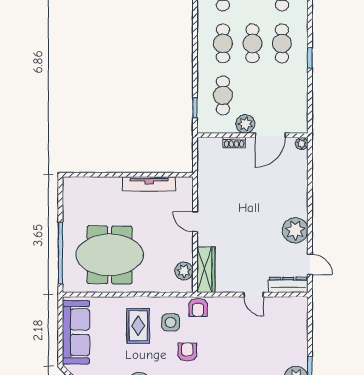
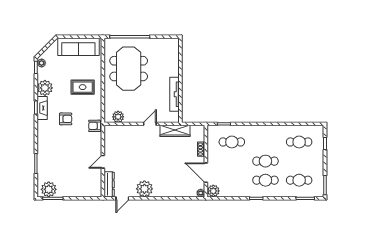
cafe table: (223, 43) -> (265, 142), removed
plant: (245, 124) -> (213, 191), moved
wardrobe: (206, 270) -> (175, 131), moved
side table: (171, 322) -> (85, 108), removed

